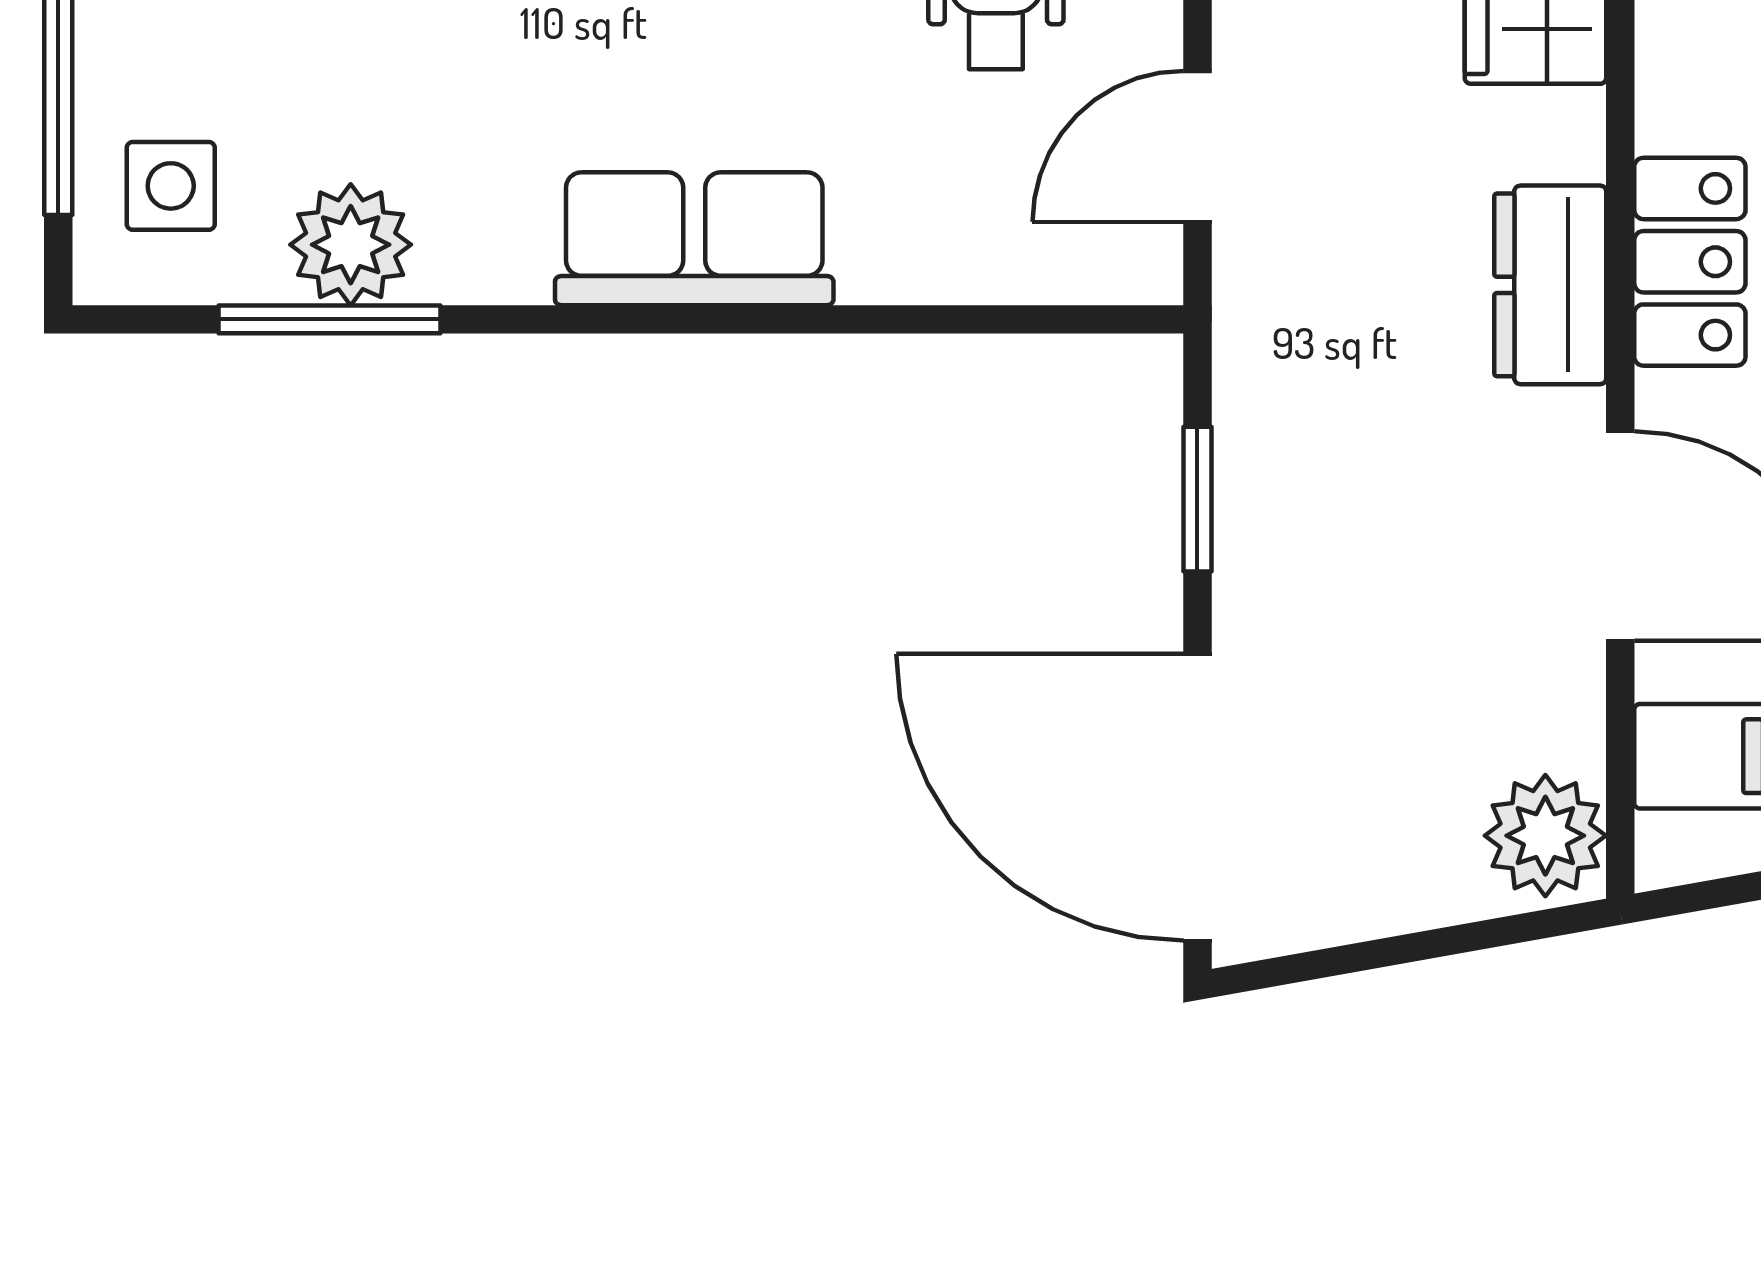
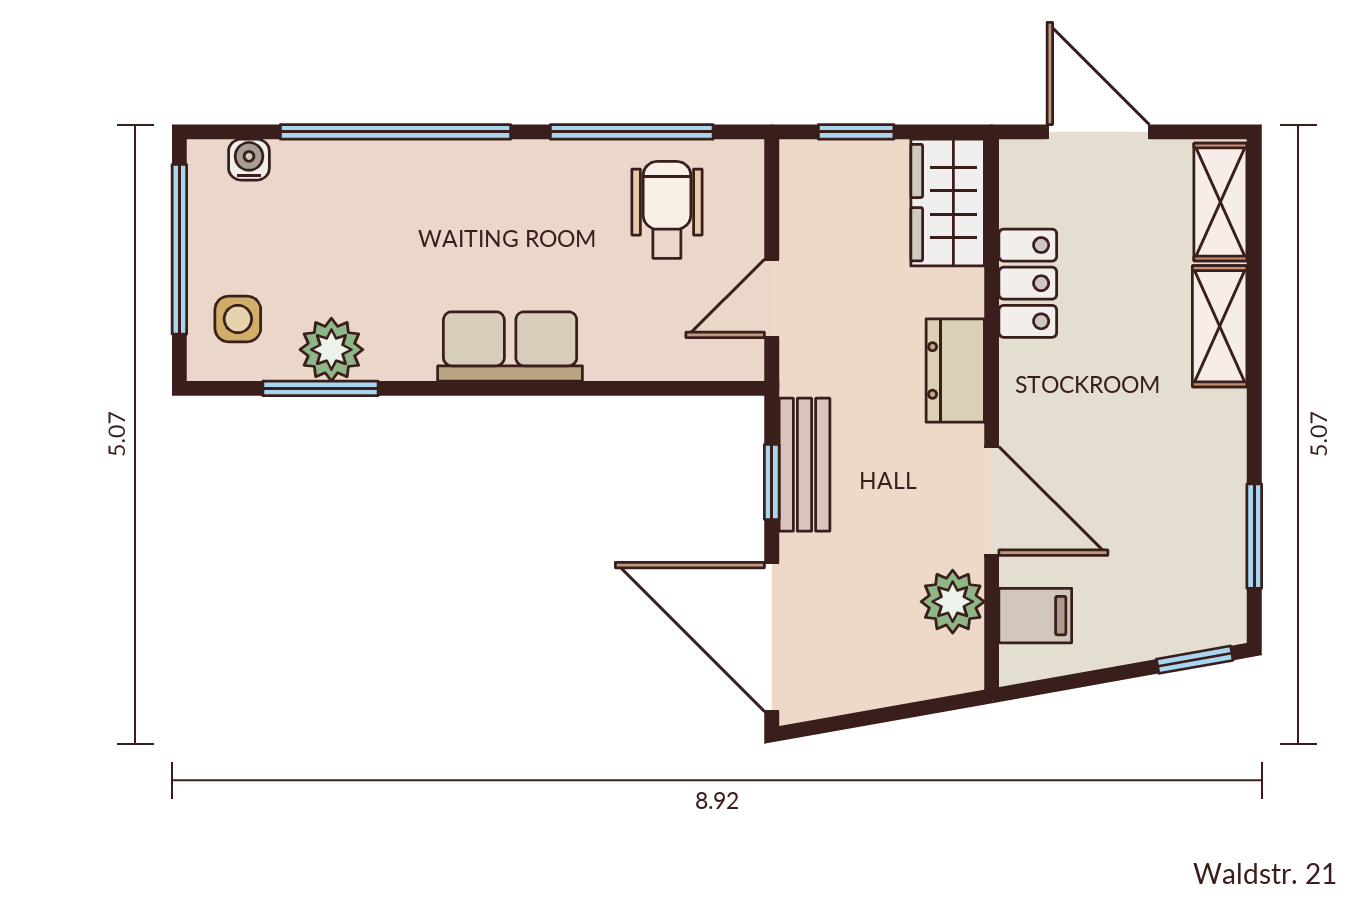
locker: (1690, 262) -> (1028, 283), moved
bench: (1260, 466) -> (804, 465), added
plant: (1545, 836) -> (953, 602), moved

